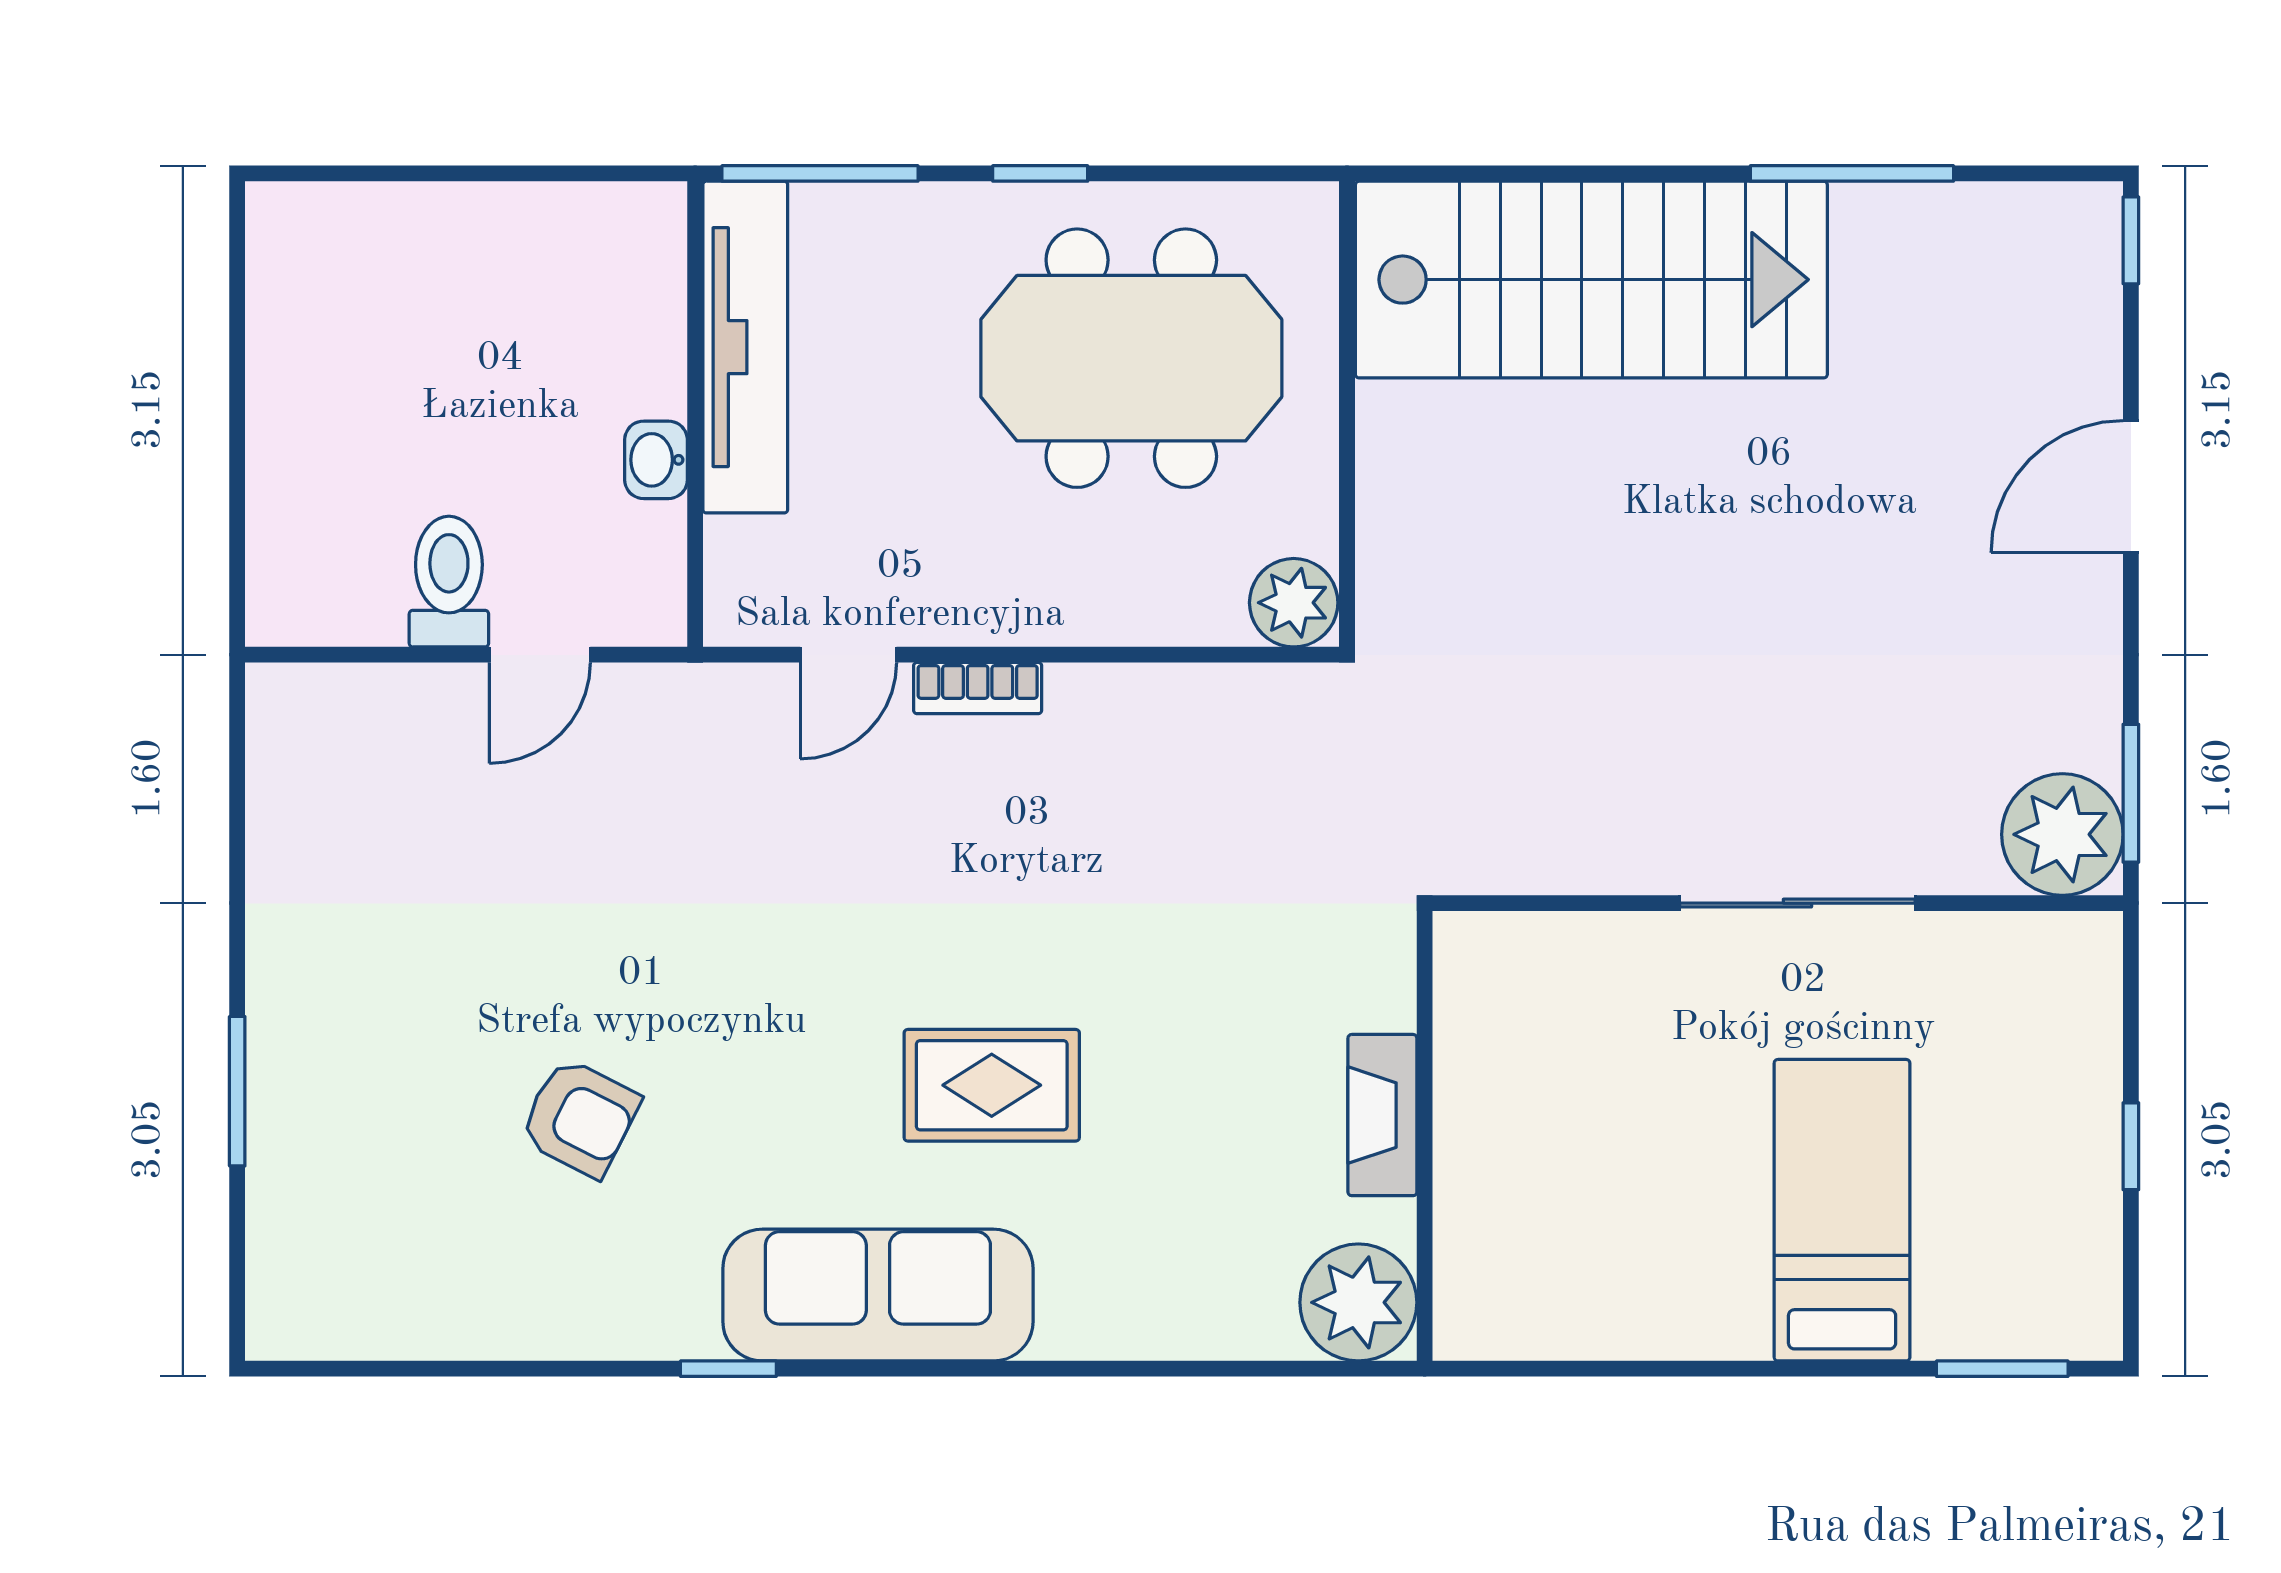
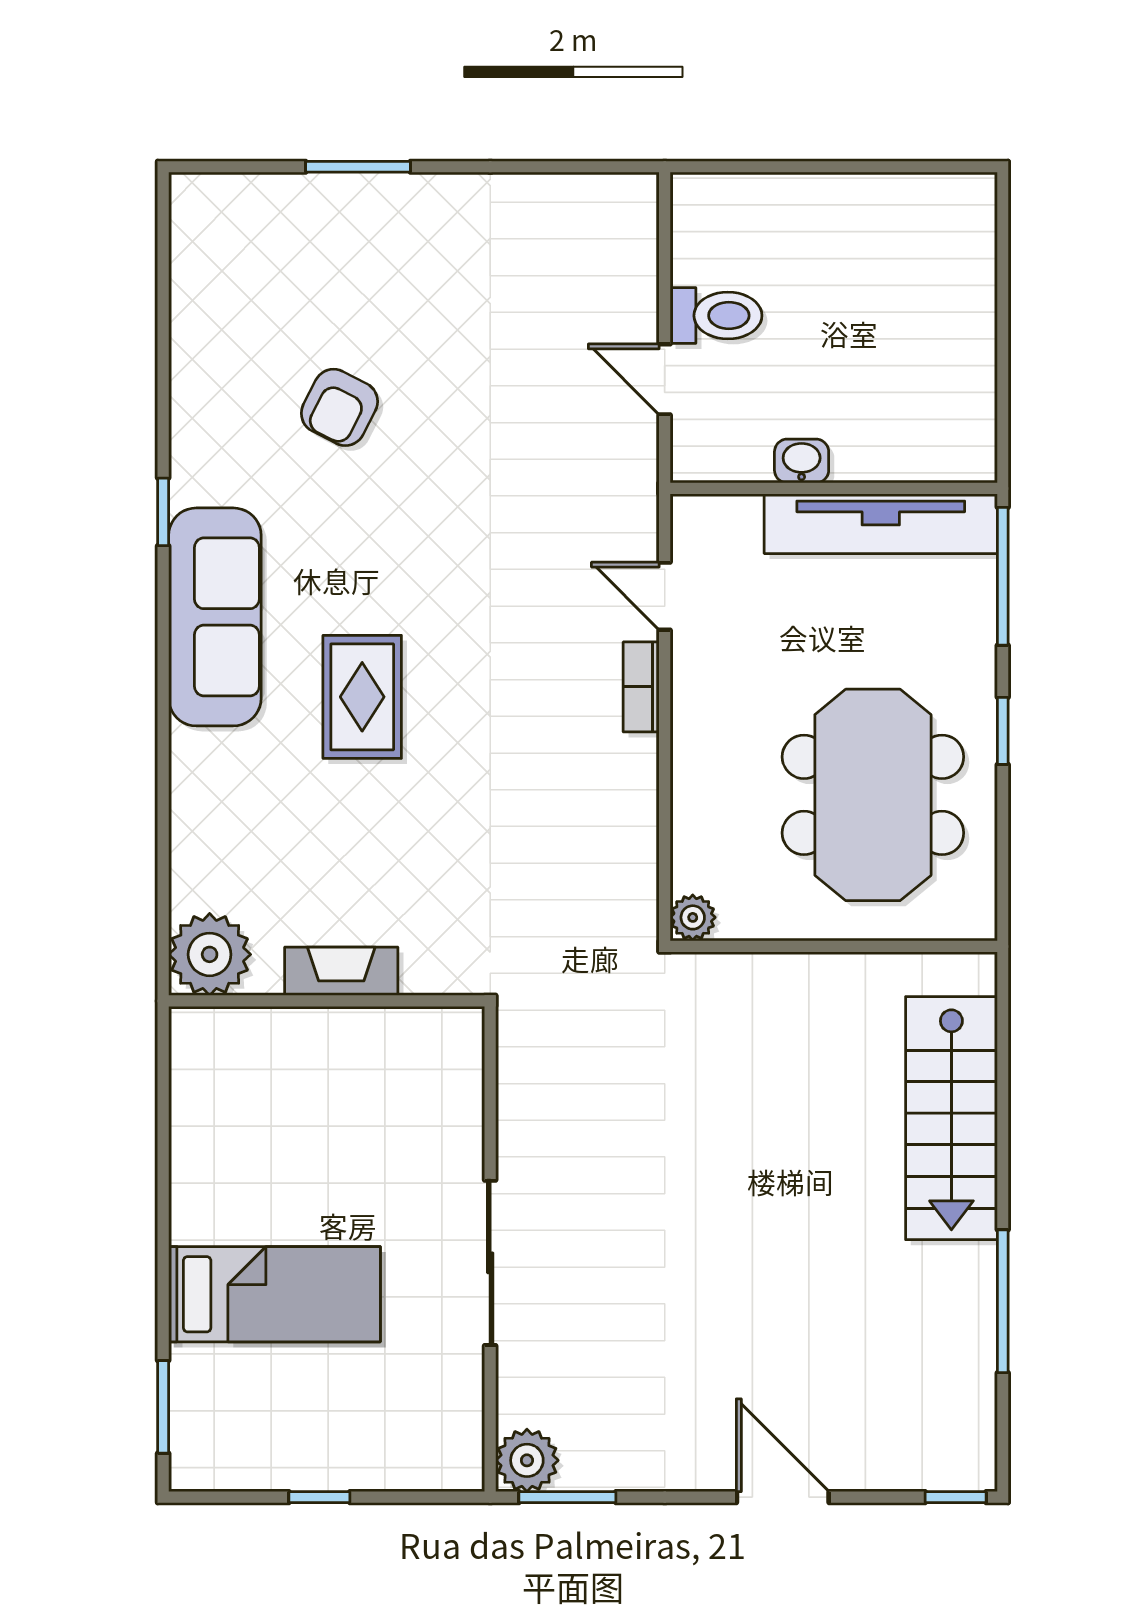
stairs: (1591, 280) -> (951, 1118), width x0.73, depth x0.66
plant: (1294, 603) -> (693, 917), width x0.73, depth x0.73
plant: (2062, 834) -> (527, 1460), width x0.73, depth x0.73

